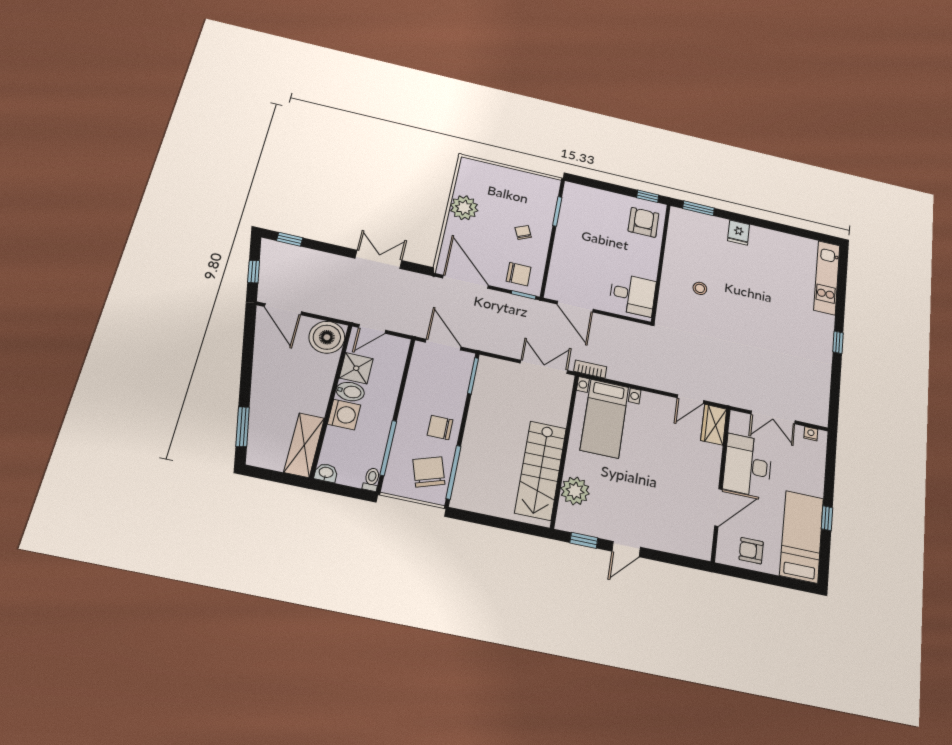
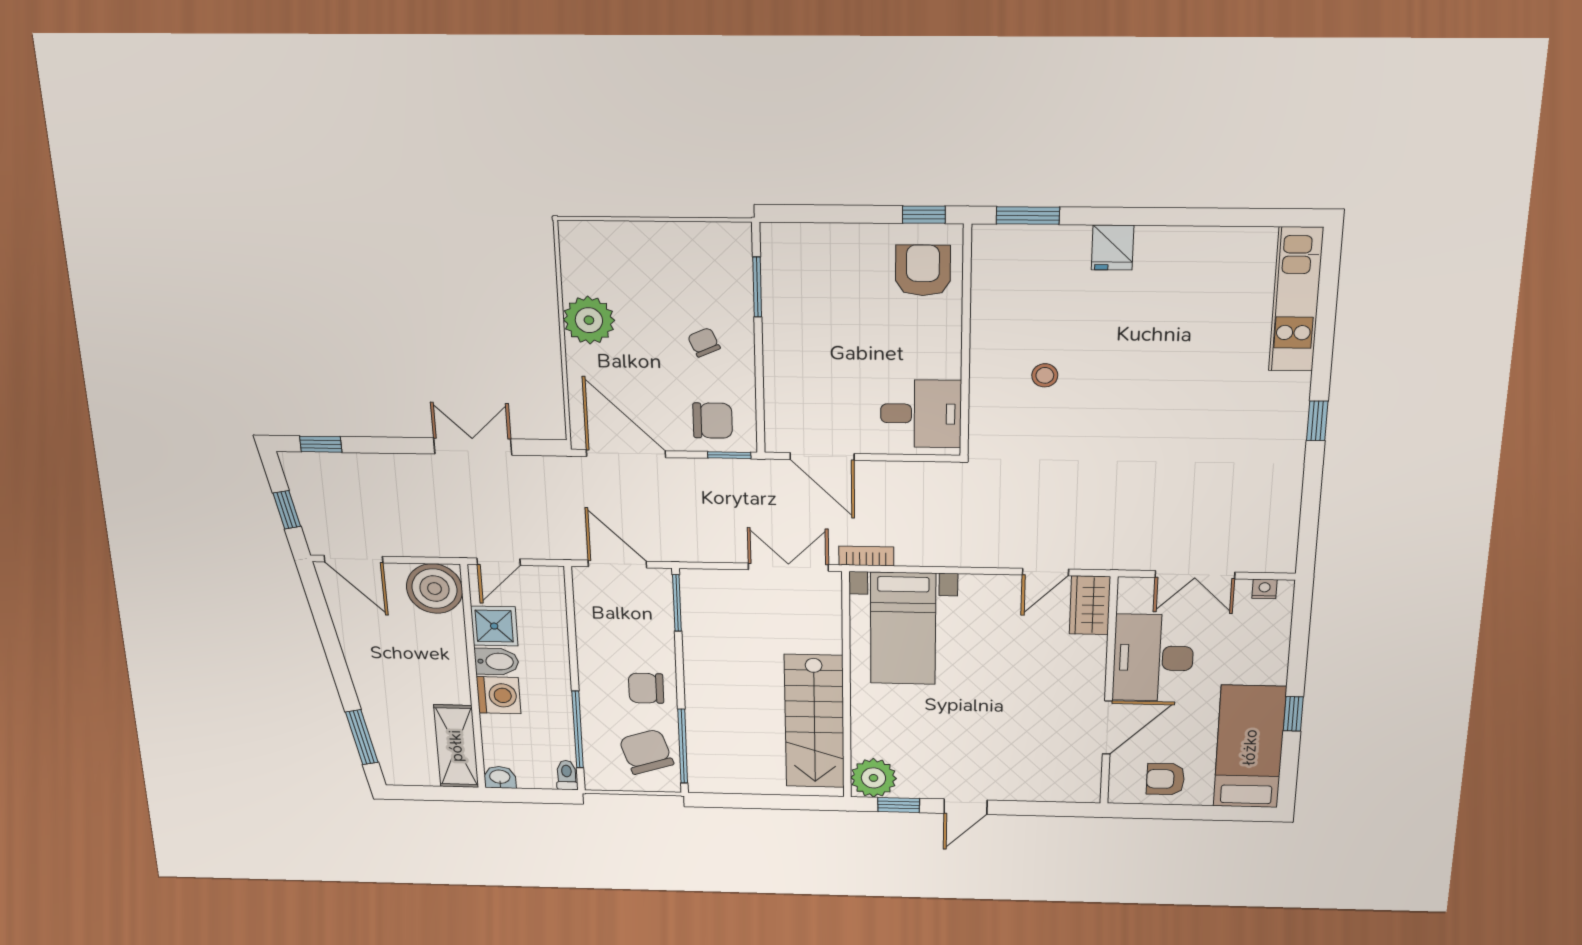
plant: (575, 491) -> (873, 778), moved

